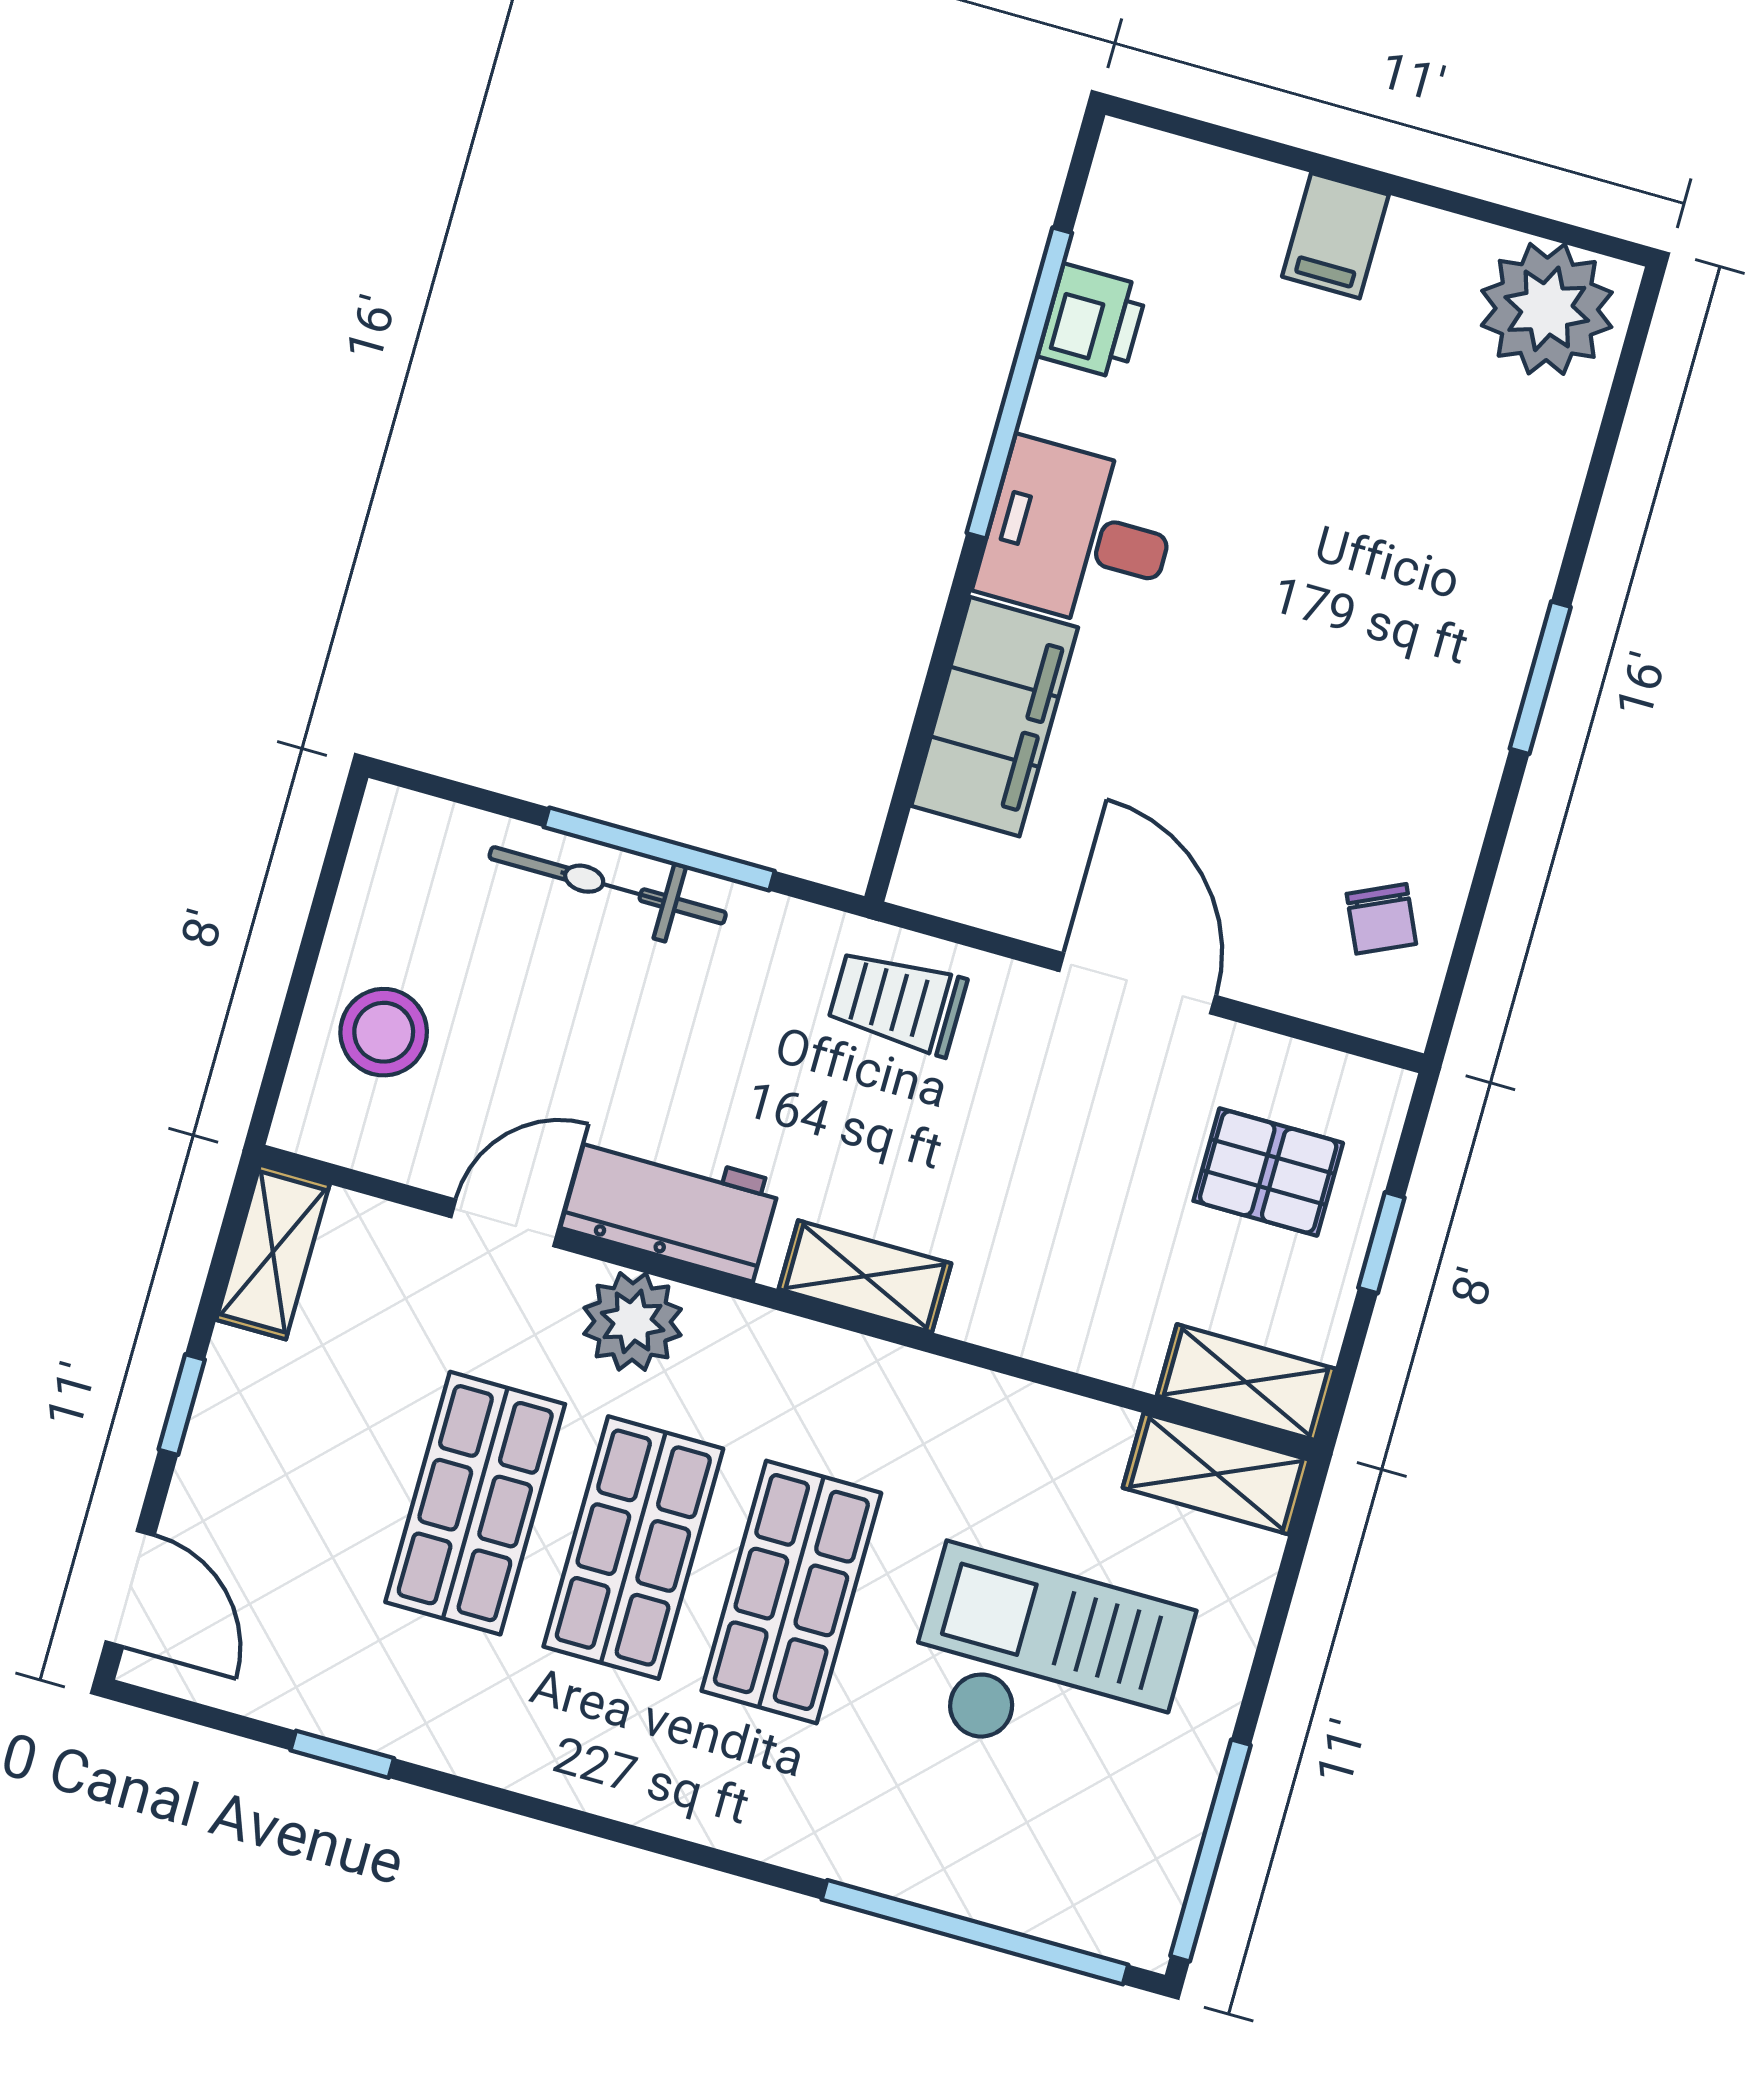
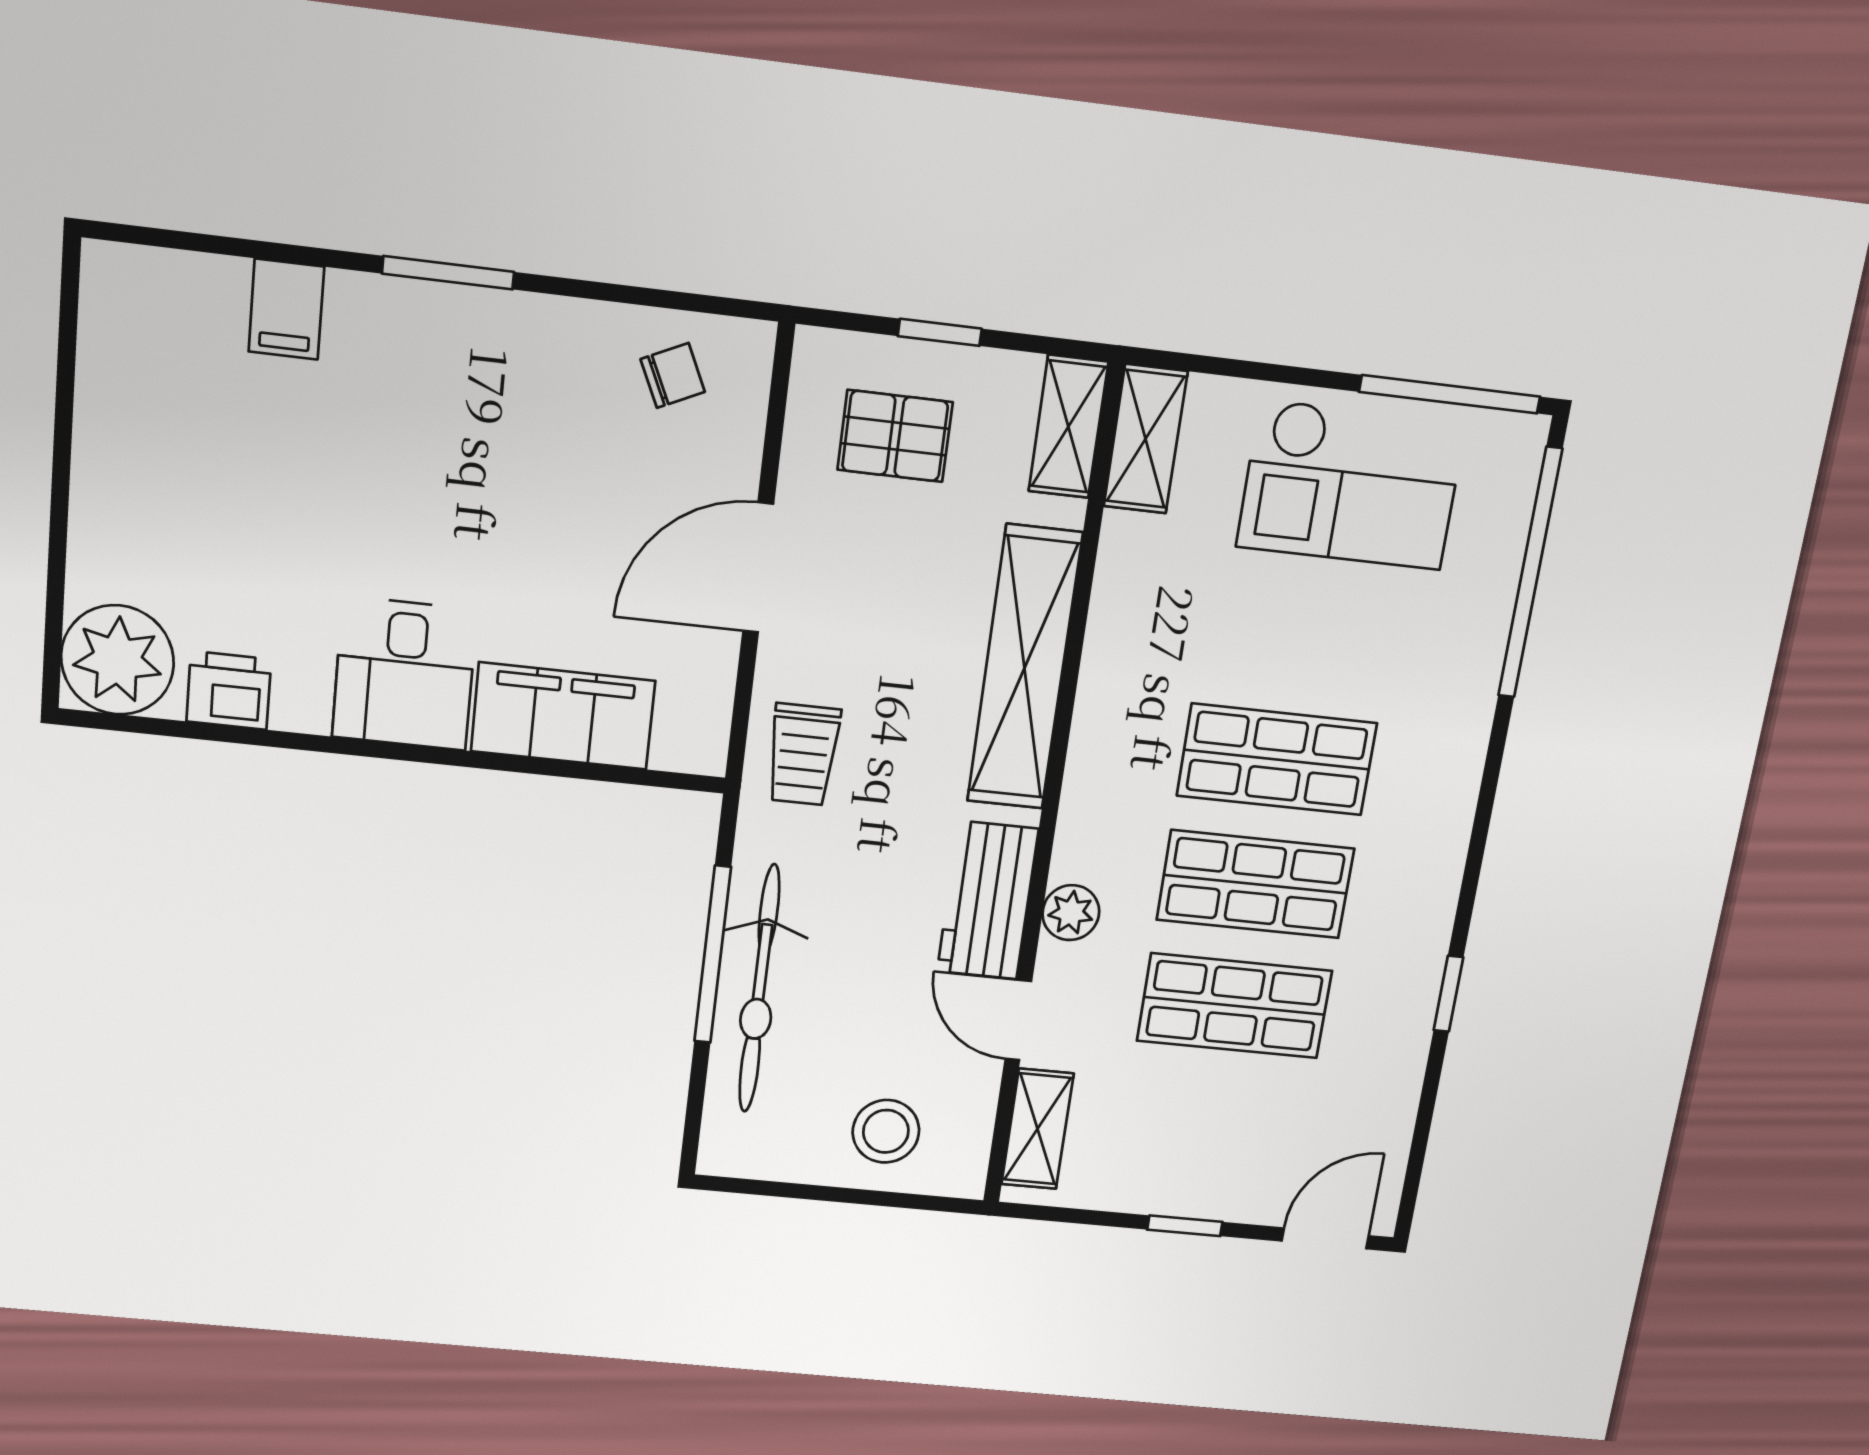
filing cabinet: (1335, 236) -> (286, 309), moved, turned 90
plant: (1547, 309) -> (117, 660), moved
window: (1019, 383) -> (291, 741), removed
bicycle: (608, 885) -> (759, 989), width x1.37, depth x1.40
pallet: (1268, 1172) -> (895, 436), turned 90
shelving: (273, 1252) -> (1037, 1129), moved, turned 90
shelving: (865, 1276) -> (1024, 668), width x2.20, depth x1.33
plant: (633, 1321) -> (1071, 913), width x0.73, depth x0.73
checkout: (1047, 1663) -> (1351, 485), moved, turned -90
window: (342, 1754) -> (1448, 994), moved

